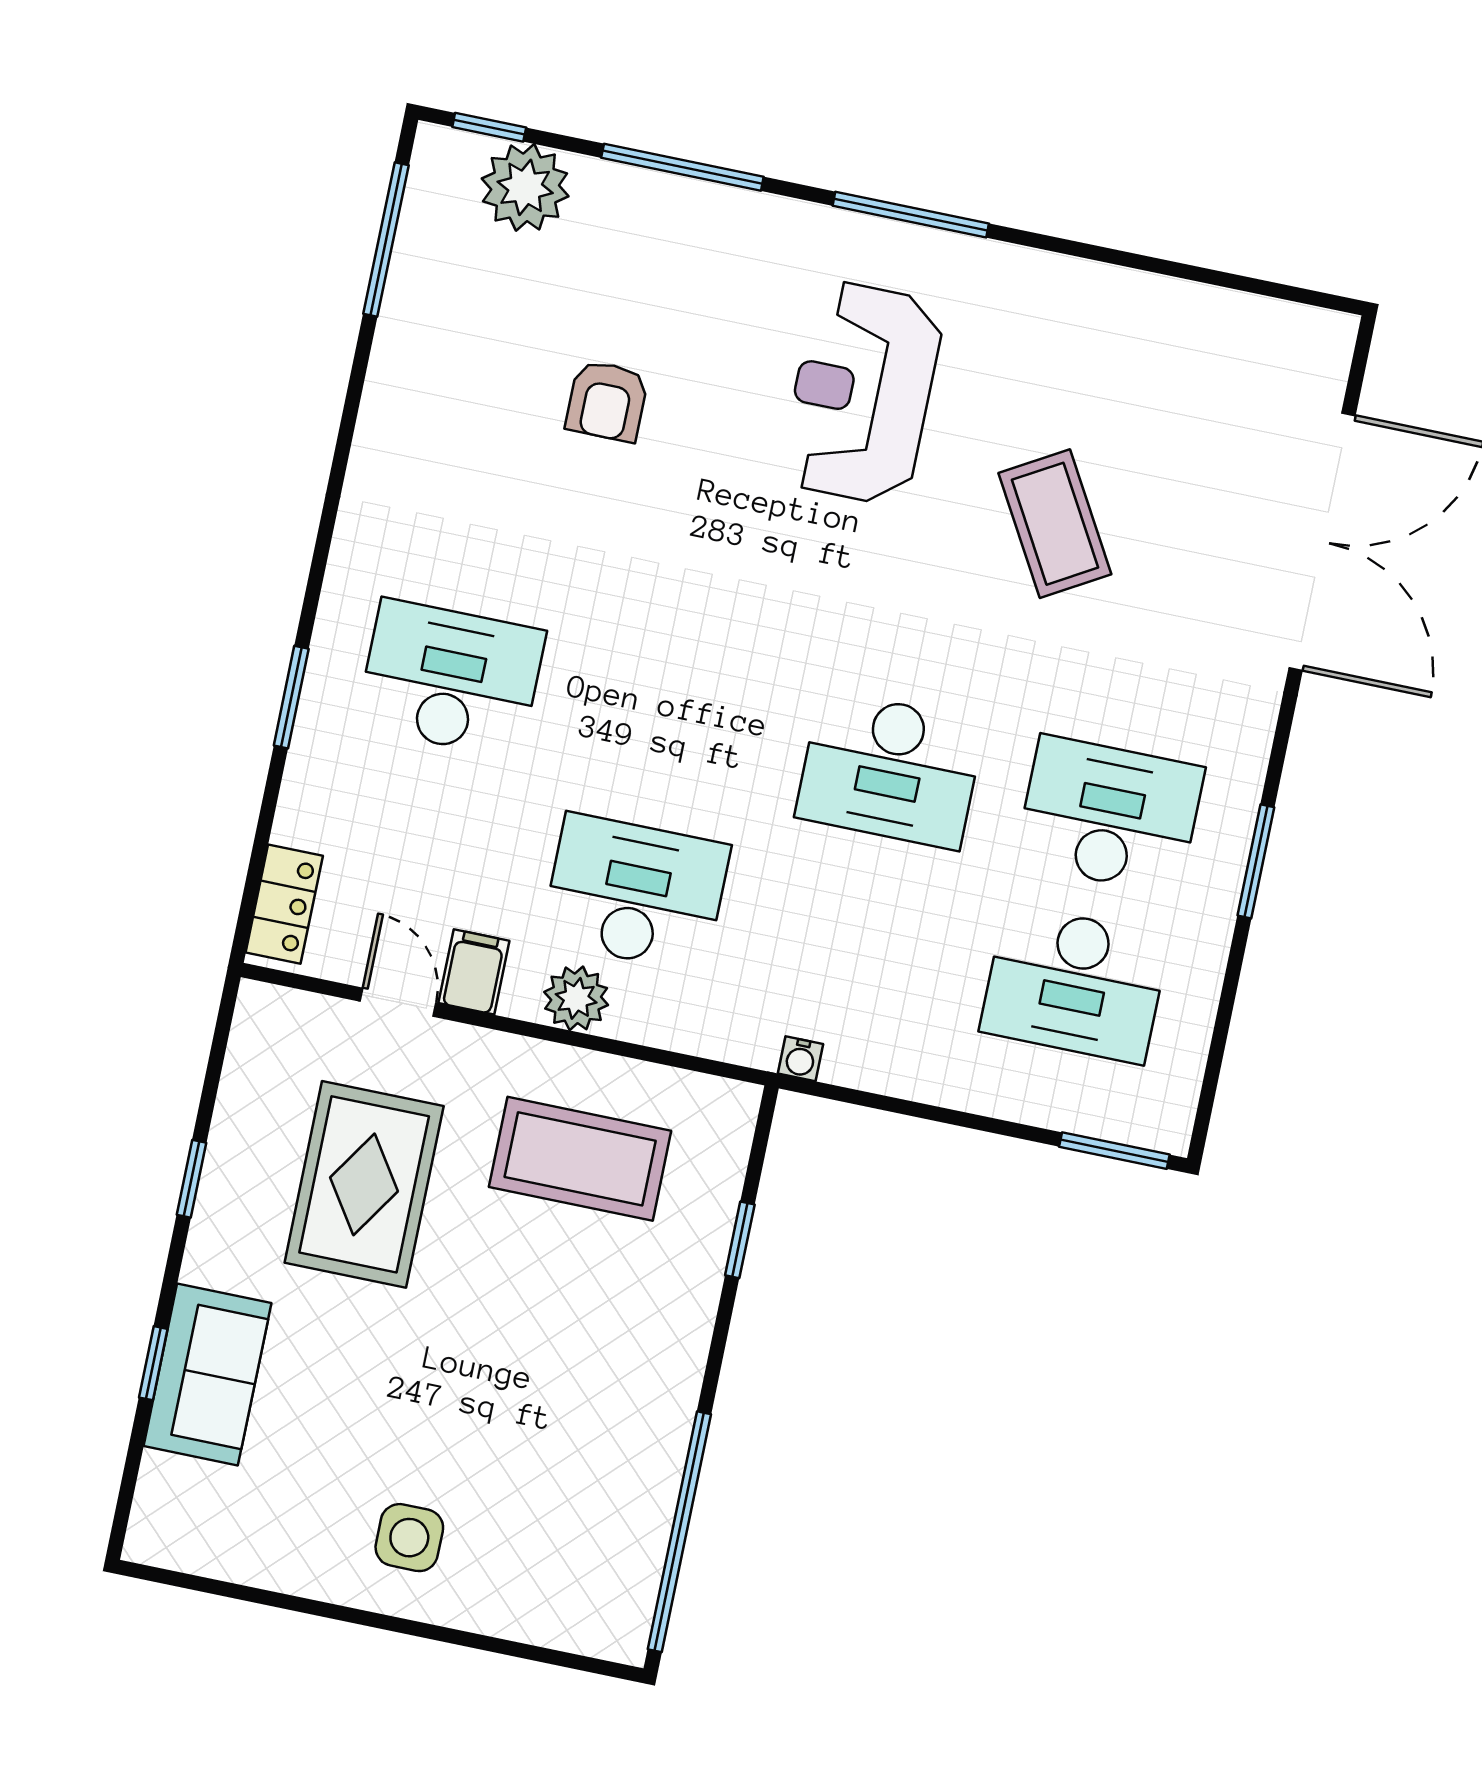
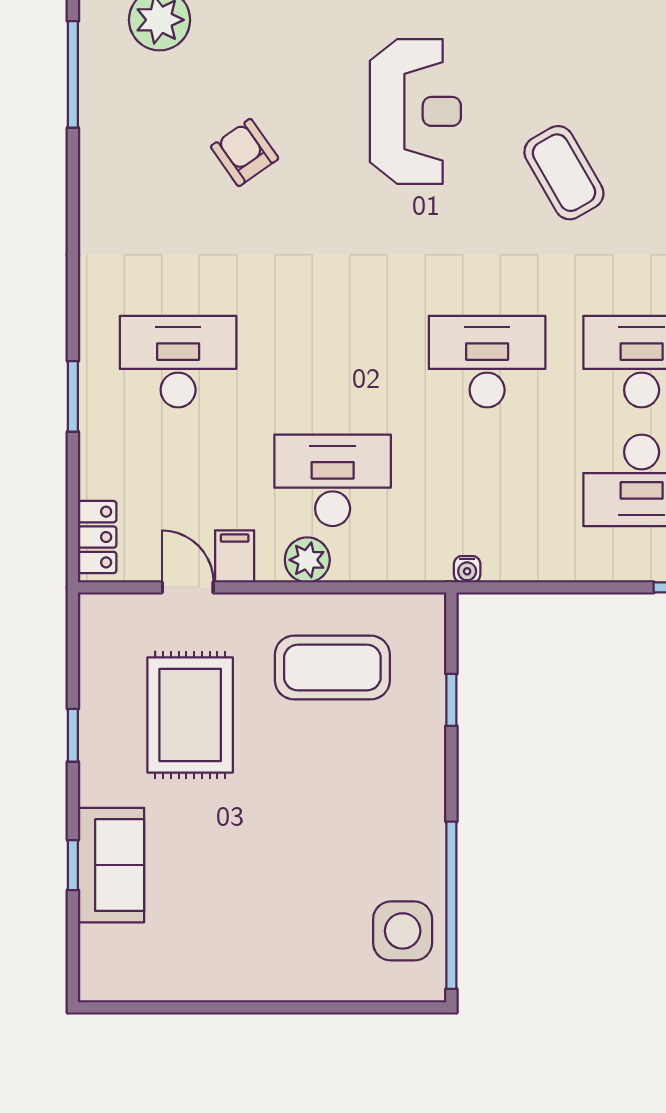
reception desk: (862, 393) -> (415, 111), turned 180
armchair: (607, 401) -> (245, 152), turned 145
desk: (890, 770) -> (487, 362), turned 180
side table: (409, 1538) -> (403, 931), moved, width x1.37, depth x1.37

